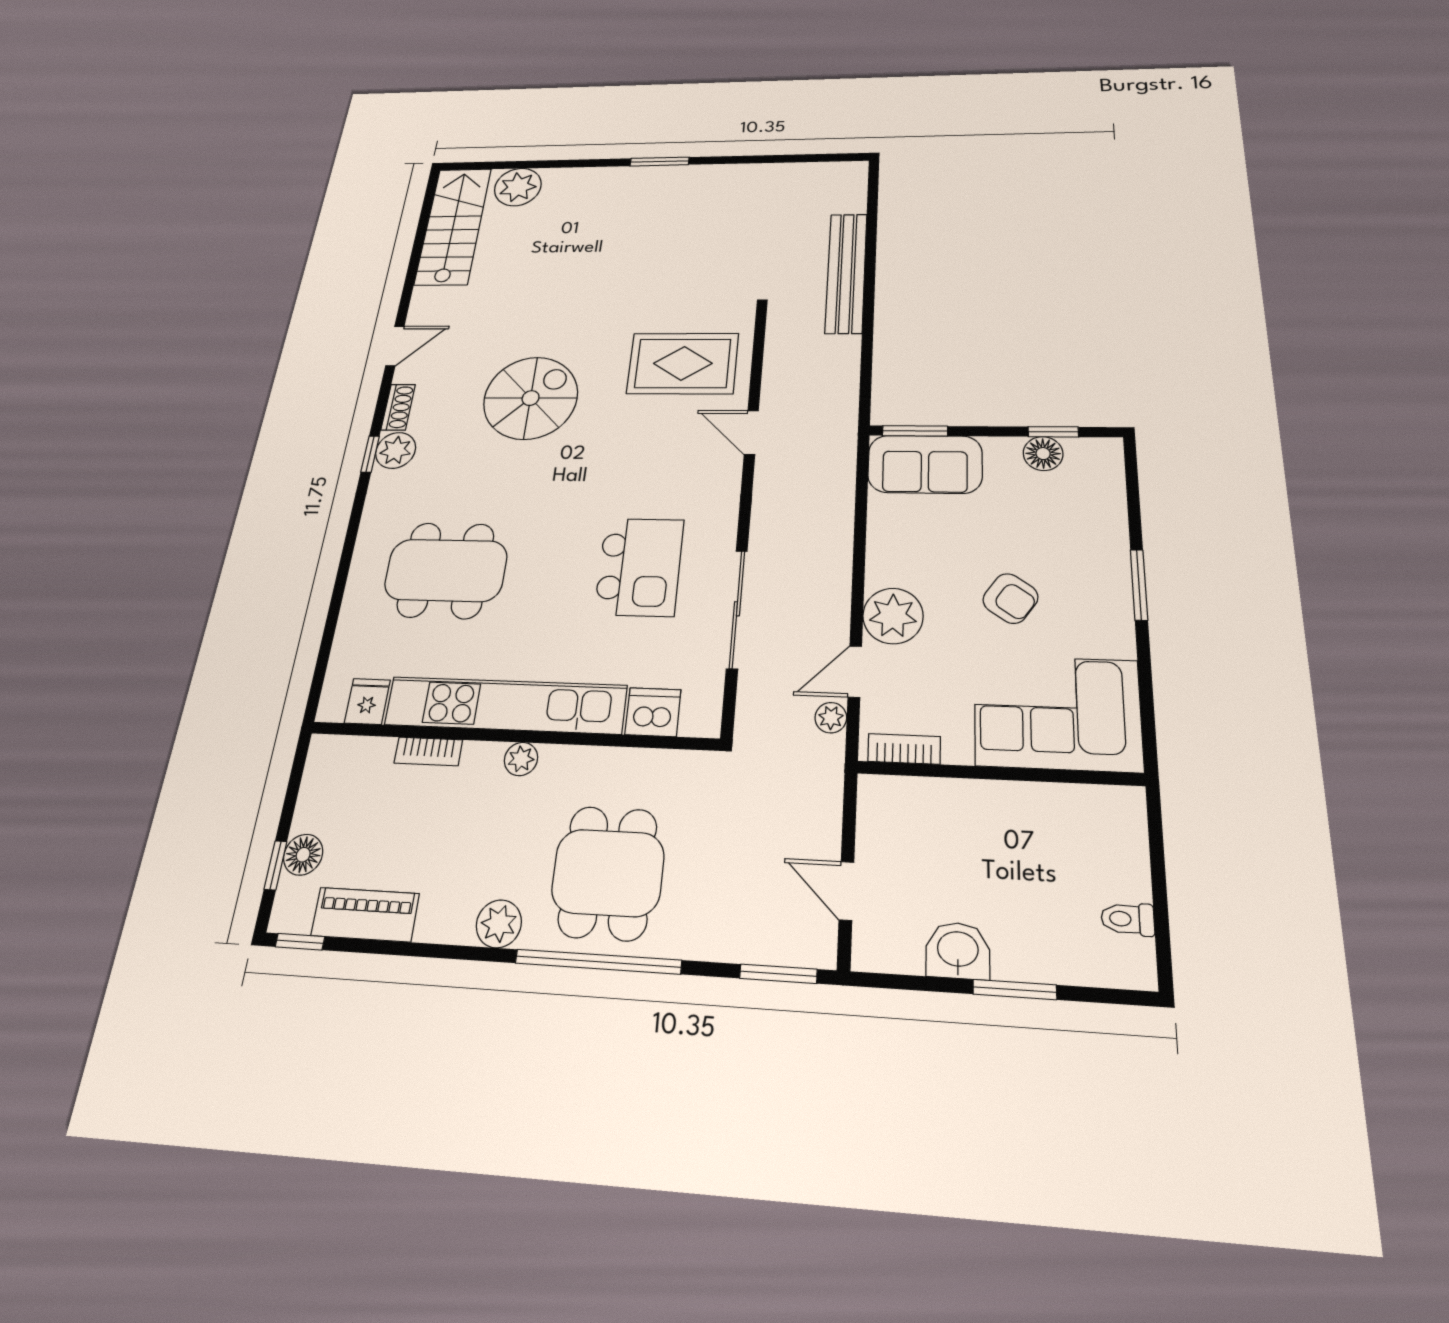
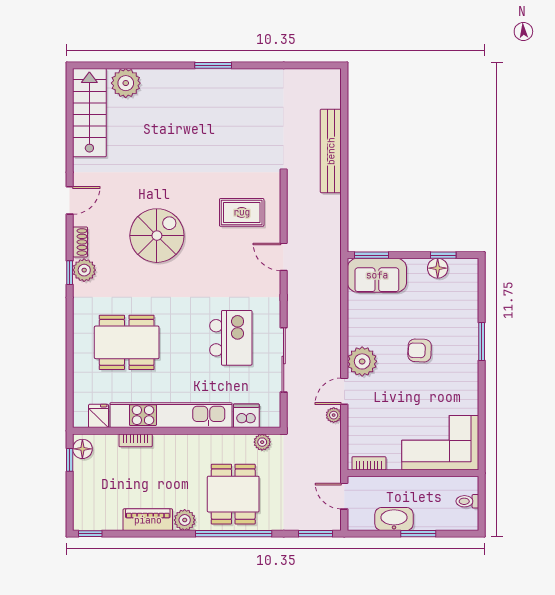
rug: (683, 363) -> (242, 212), width x0.73, depth x0.70
armchair: (1010, 598) -> (420, 350), turned 147
corner sofa: (1057, 713) -> (440, 443), moved
bookcase: (904, 749) -> (369, 463), moved
plant: (521, 759) -> (262, 442), moved
wall: (999, 773) -> (413, 473), moved
floor lamp: (303, 855) -> (82, 449), moved
window: (275, 865) -> (70, 460), moved
piano: (365, 915) -> (148, 520), moved
washbasin: (958, 951) -> (394, 519), width x1.38

